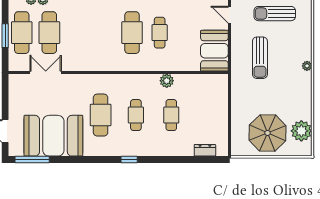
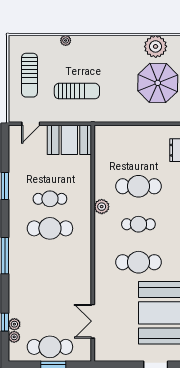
cafe table: (49, 33) -> (50, 317), removed
plant: (307, 66) -> (66, 40), moved
plant: (167, 81) -> (102, 207), moved
cafe table: (171, 115) -> (138, 186), width x1.37, depth x1.35

